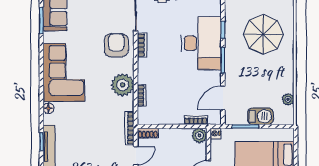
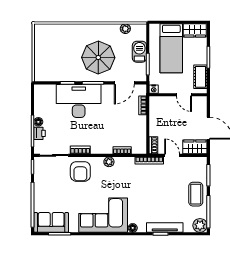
parasol: (263, 34) -> (98, 58), moved
armchair: (116, 45) -> (80, 171), turned -90
plant: (123, 85) -> (109, 162), width x0.53, depth x0.53
door: (223, 98) -> (124, 83), hinge flipped
plant: (199, 135) -> (155, 102), removed

